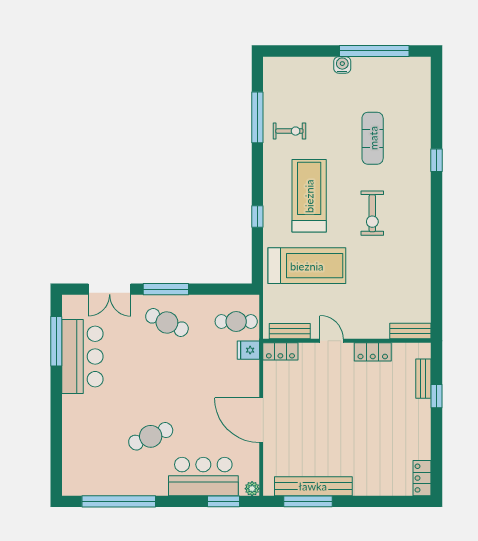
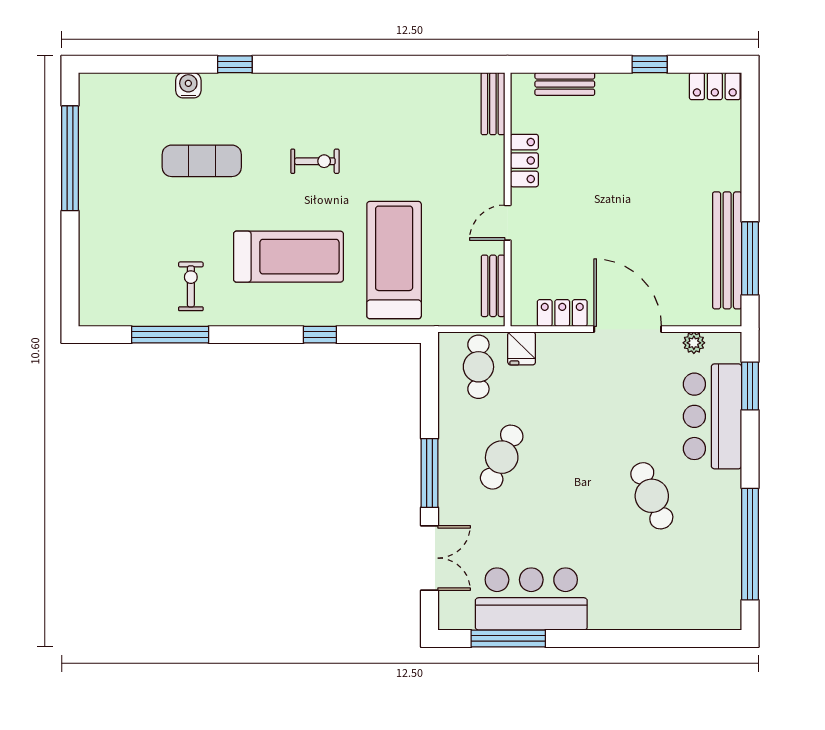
water cooler: (342, 65) -> (188, 85), moved, turned 90
treadmill: (309, 196) -> (288, 257), turned 180
exercise bike: (372, 213) -> (315, 161), width x0.73, depth x0.72
cafe table: (167, 323) -> (502, 457), moved
locker: (280, 351) -> (562, 313), moved, turned -90
window: (436, 396) -> (650, 64), moved
door: (261, 420) -> (628, 329), swing flipped
plant: (252, 489) -> (694, 343), moved

